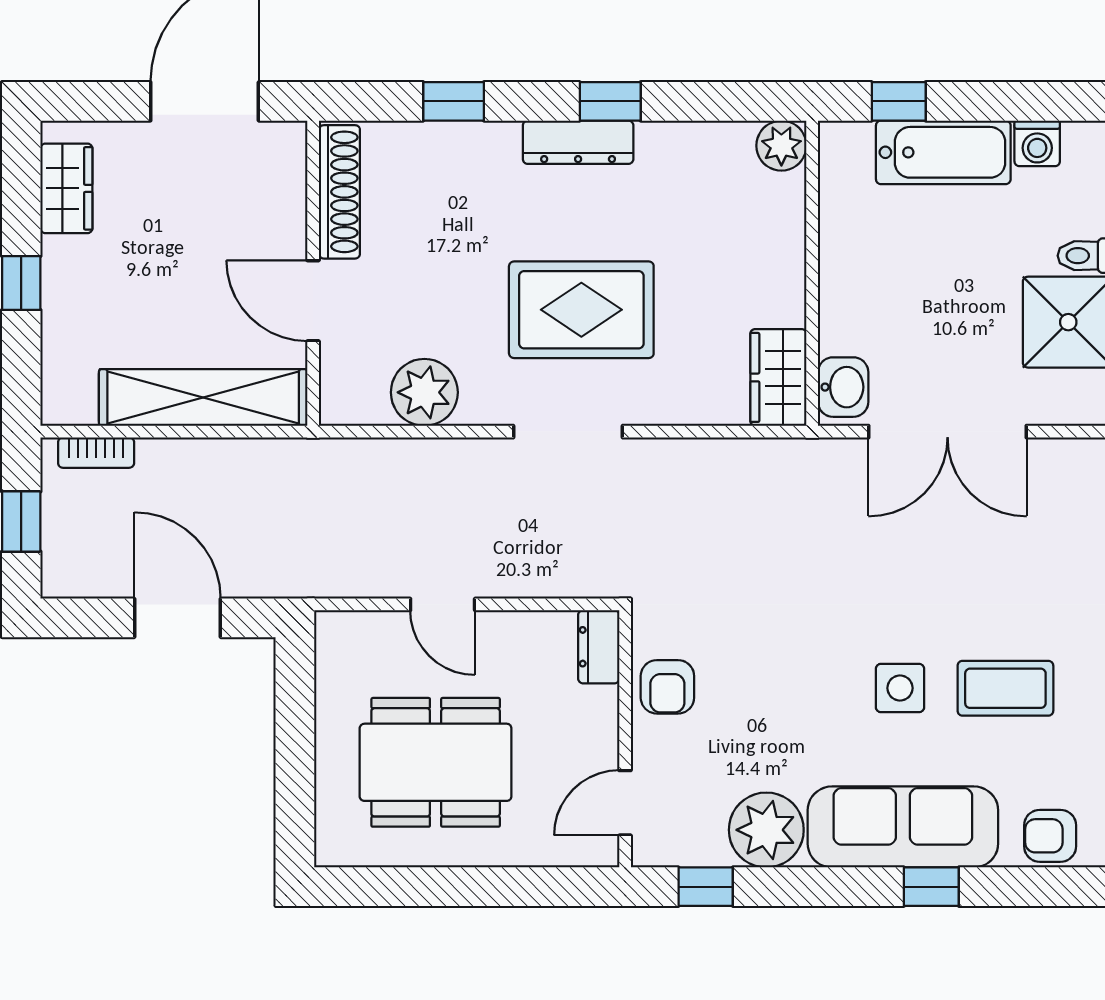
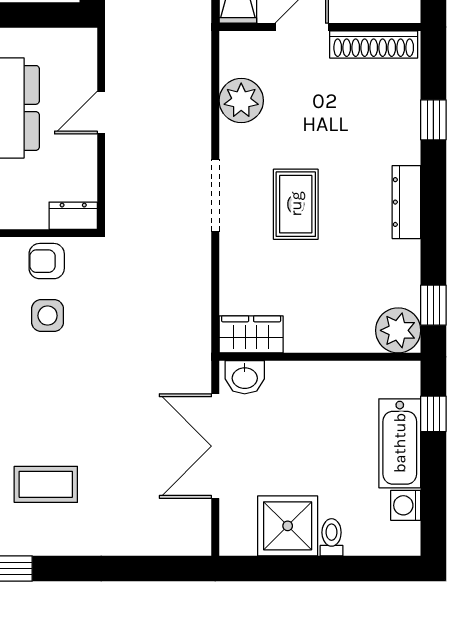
window: (610, 101) -> (433, 305), moved
plant: (781, 146) -> (398, 330), width x1.36, depth x1.36
rug: (581, 310) -> (296, 204), width x0.73, depth x0.70
side table: (900, 688) -> (48, 316), moved
coffee table: (1005, 688) -> (46, 484), turned 90

